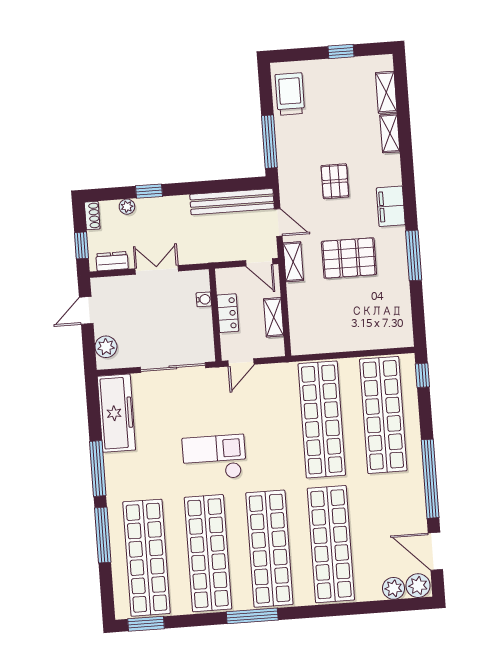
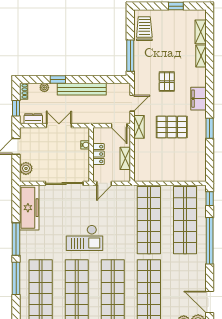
bench: (232, 202) -> (82, 89), moved
door: (278, 222) -> (132, 103), hinge flipped
window: (414, 255) -> (210, 128), width x0.69
checkout: (214, 458) -> (85, 238), turned 180
window: (430, 479) -> (210, 241), moved

